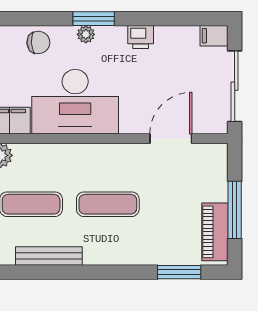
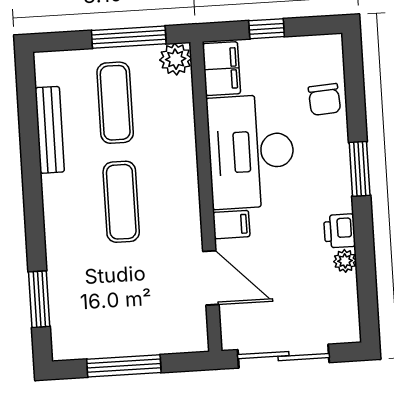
plant: (86, 34) -> (345, 261), moved
filing cabinet: (214, 36) -> (231, 225), moved, turned 90
piano: (215, 232) -> (94, 342), removed

